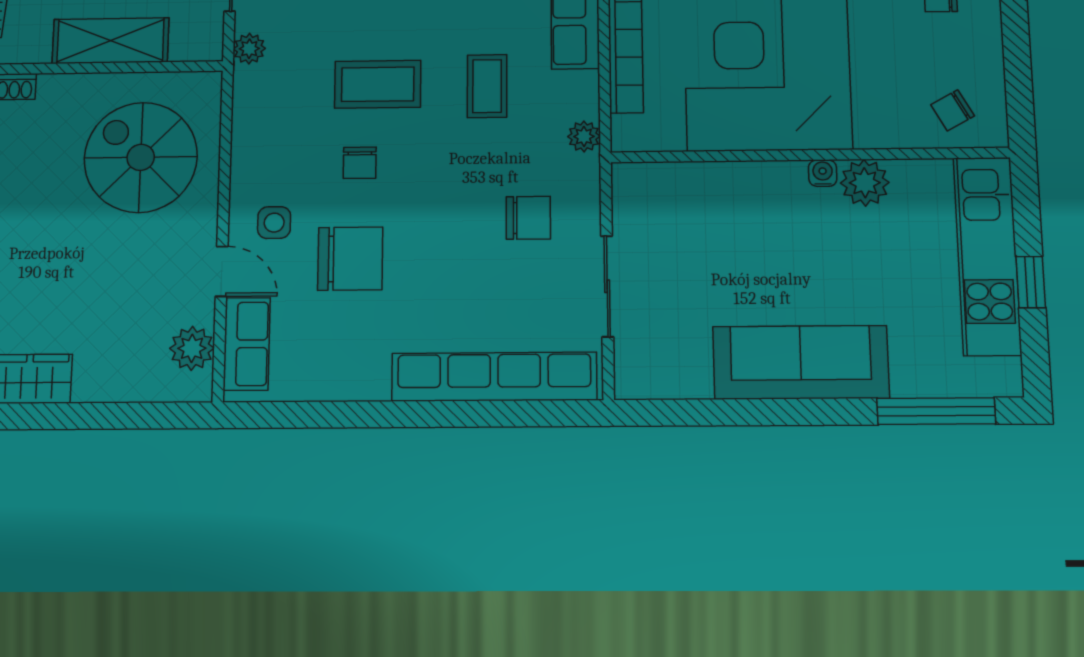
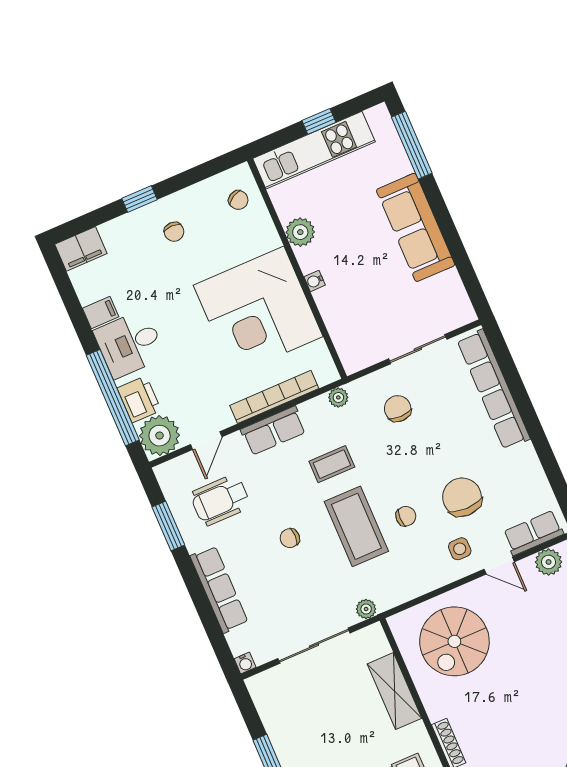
coffee table: (378, 84) -> (356, 526), width x1.36, depth x1.32
water cooler: (823, 173) -> (315, 281), moved
door: (222, 271) -> (499, 565), swing flipped

